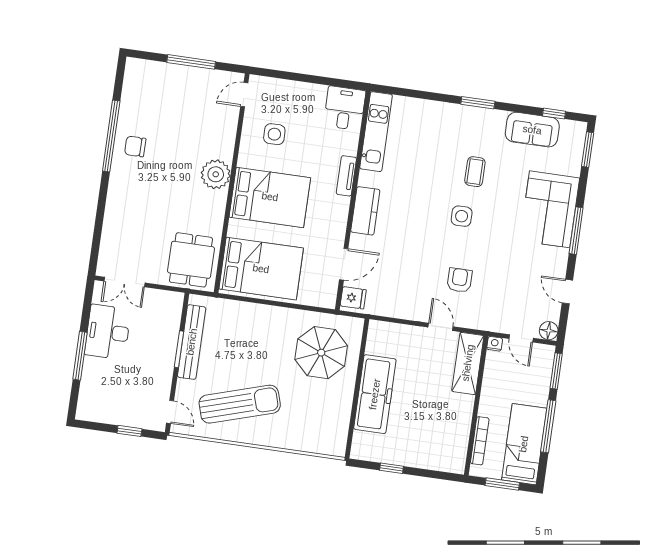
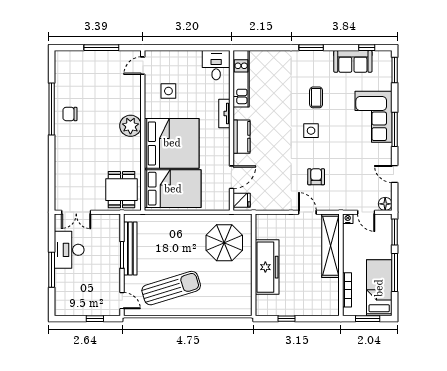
bed: (270, 197) -> (172, 143), width x1.36
shelving: (468, 363) -> (330, 246), width x1.47

